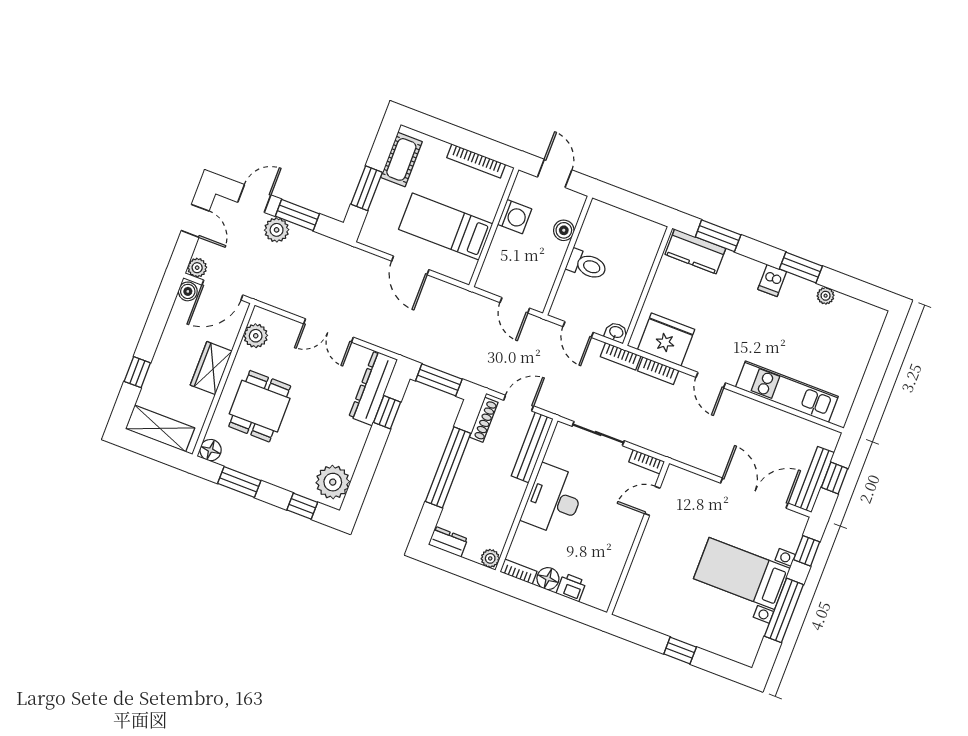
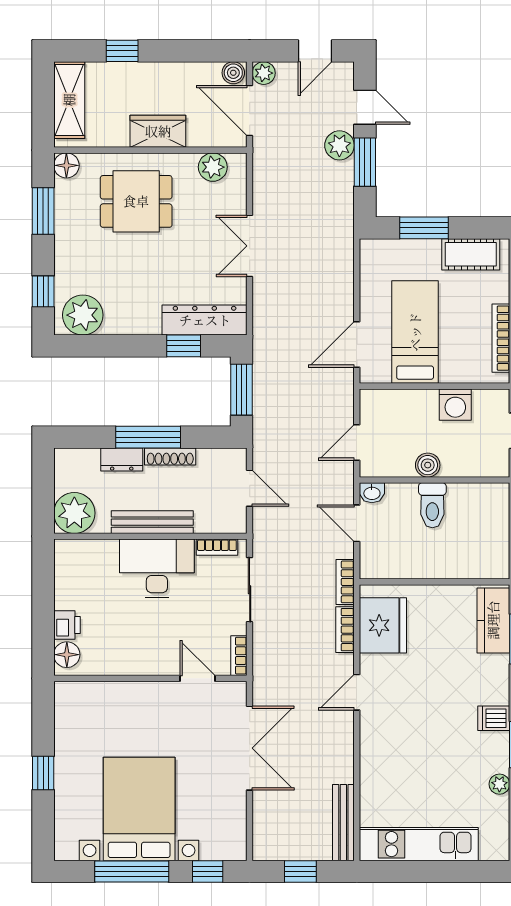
boiler: (564, 230) -> (428, 465), moved
door: (410, 265) -> (357, 344), moved
door: (578, 329) -> (357, 523), hinge flipped
washbasin: (616, 332) -> (372, 493), moved, turned 90
kitchen unit: (787, 392) -> (419, 844), moved, turned -90
shoe rack: (484, 420) -> (170, 456), moved
bench: (532, 447) -> (152, 522), moved
window: (448, 467) -> (148, 437), width x0.68
bench: (815, 479) -> (343, 823), moved, turned 90
double door: (754, 493) -> (250, 748), moved
dresser: (448, 542) -> (122, 459), moved, turned 90
plant: (490, 558) -> (74, 513), width x1.87, depth x1.87
bookcase: (518, 572) -> (217, 547), moved, turned 90
bed with nightstands: (742, 573) -> (139, 809), width x1.36
floor lamp: (548, 579) -> (67, 655), moved

